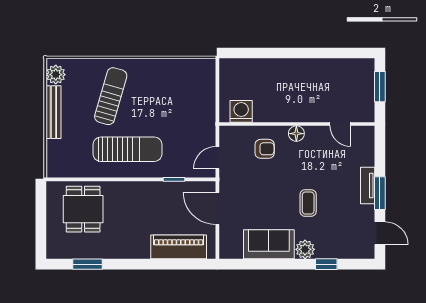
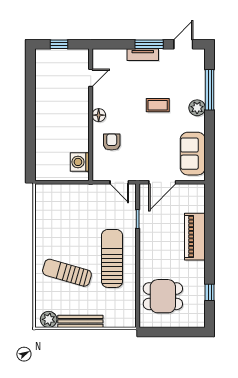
window: (380, 87) -> (59, 44), width x0.67
sofa: (269, 244) -> (193, 154), moved
piano: (179, 247) -> (195, 237), moved
window: (87, 264) -> (210, 292), width x0.67
window: (326, 264) -> (210, 90), width x2.17

